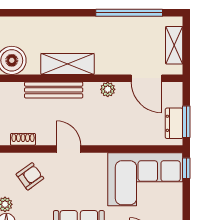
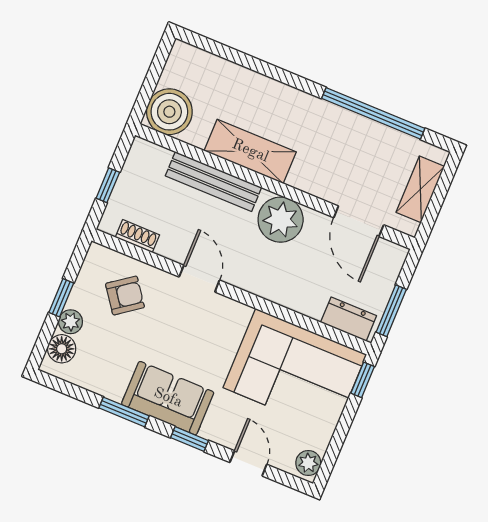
plant: (108, 89) -> (281, 220), width x1.88, depth x1.88
dresser: (174, 123) -> (349, 319), moved, turned 90

